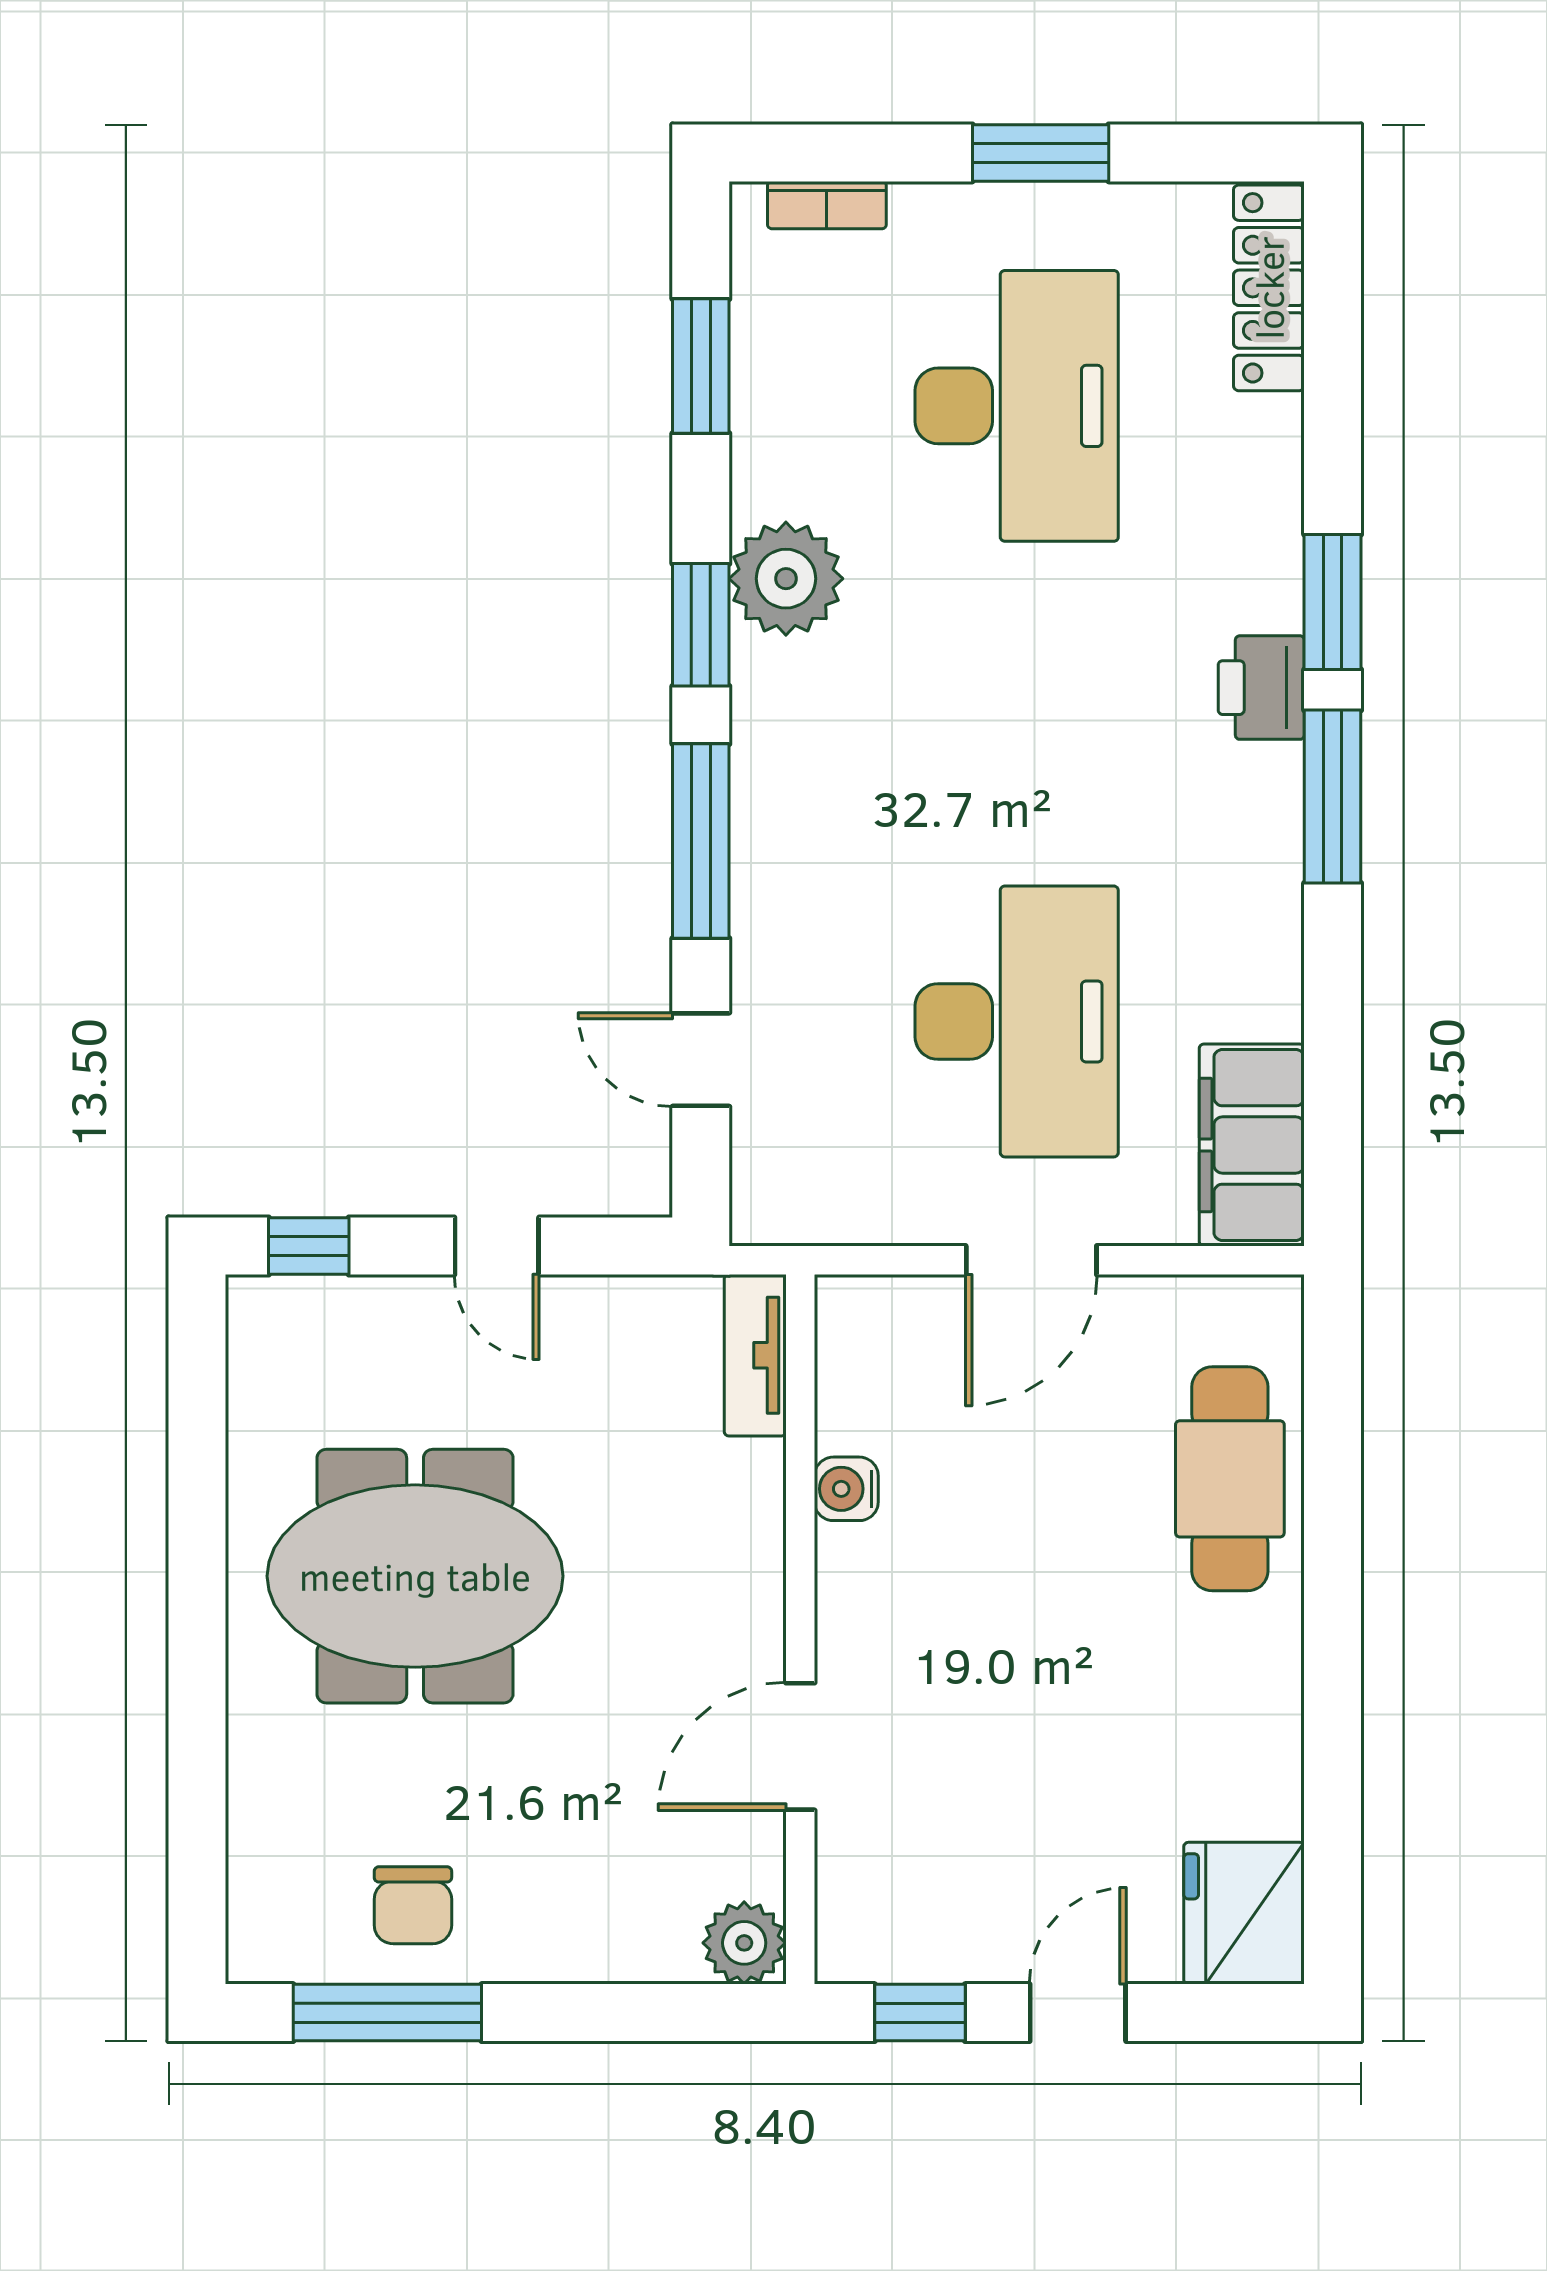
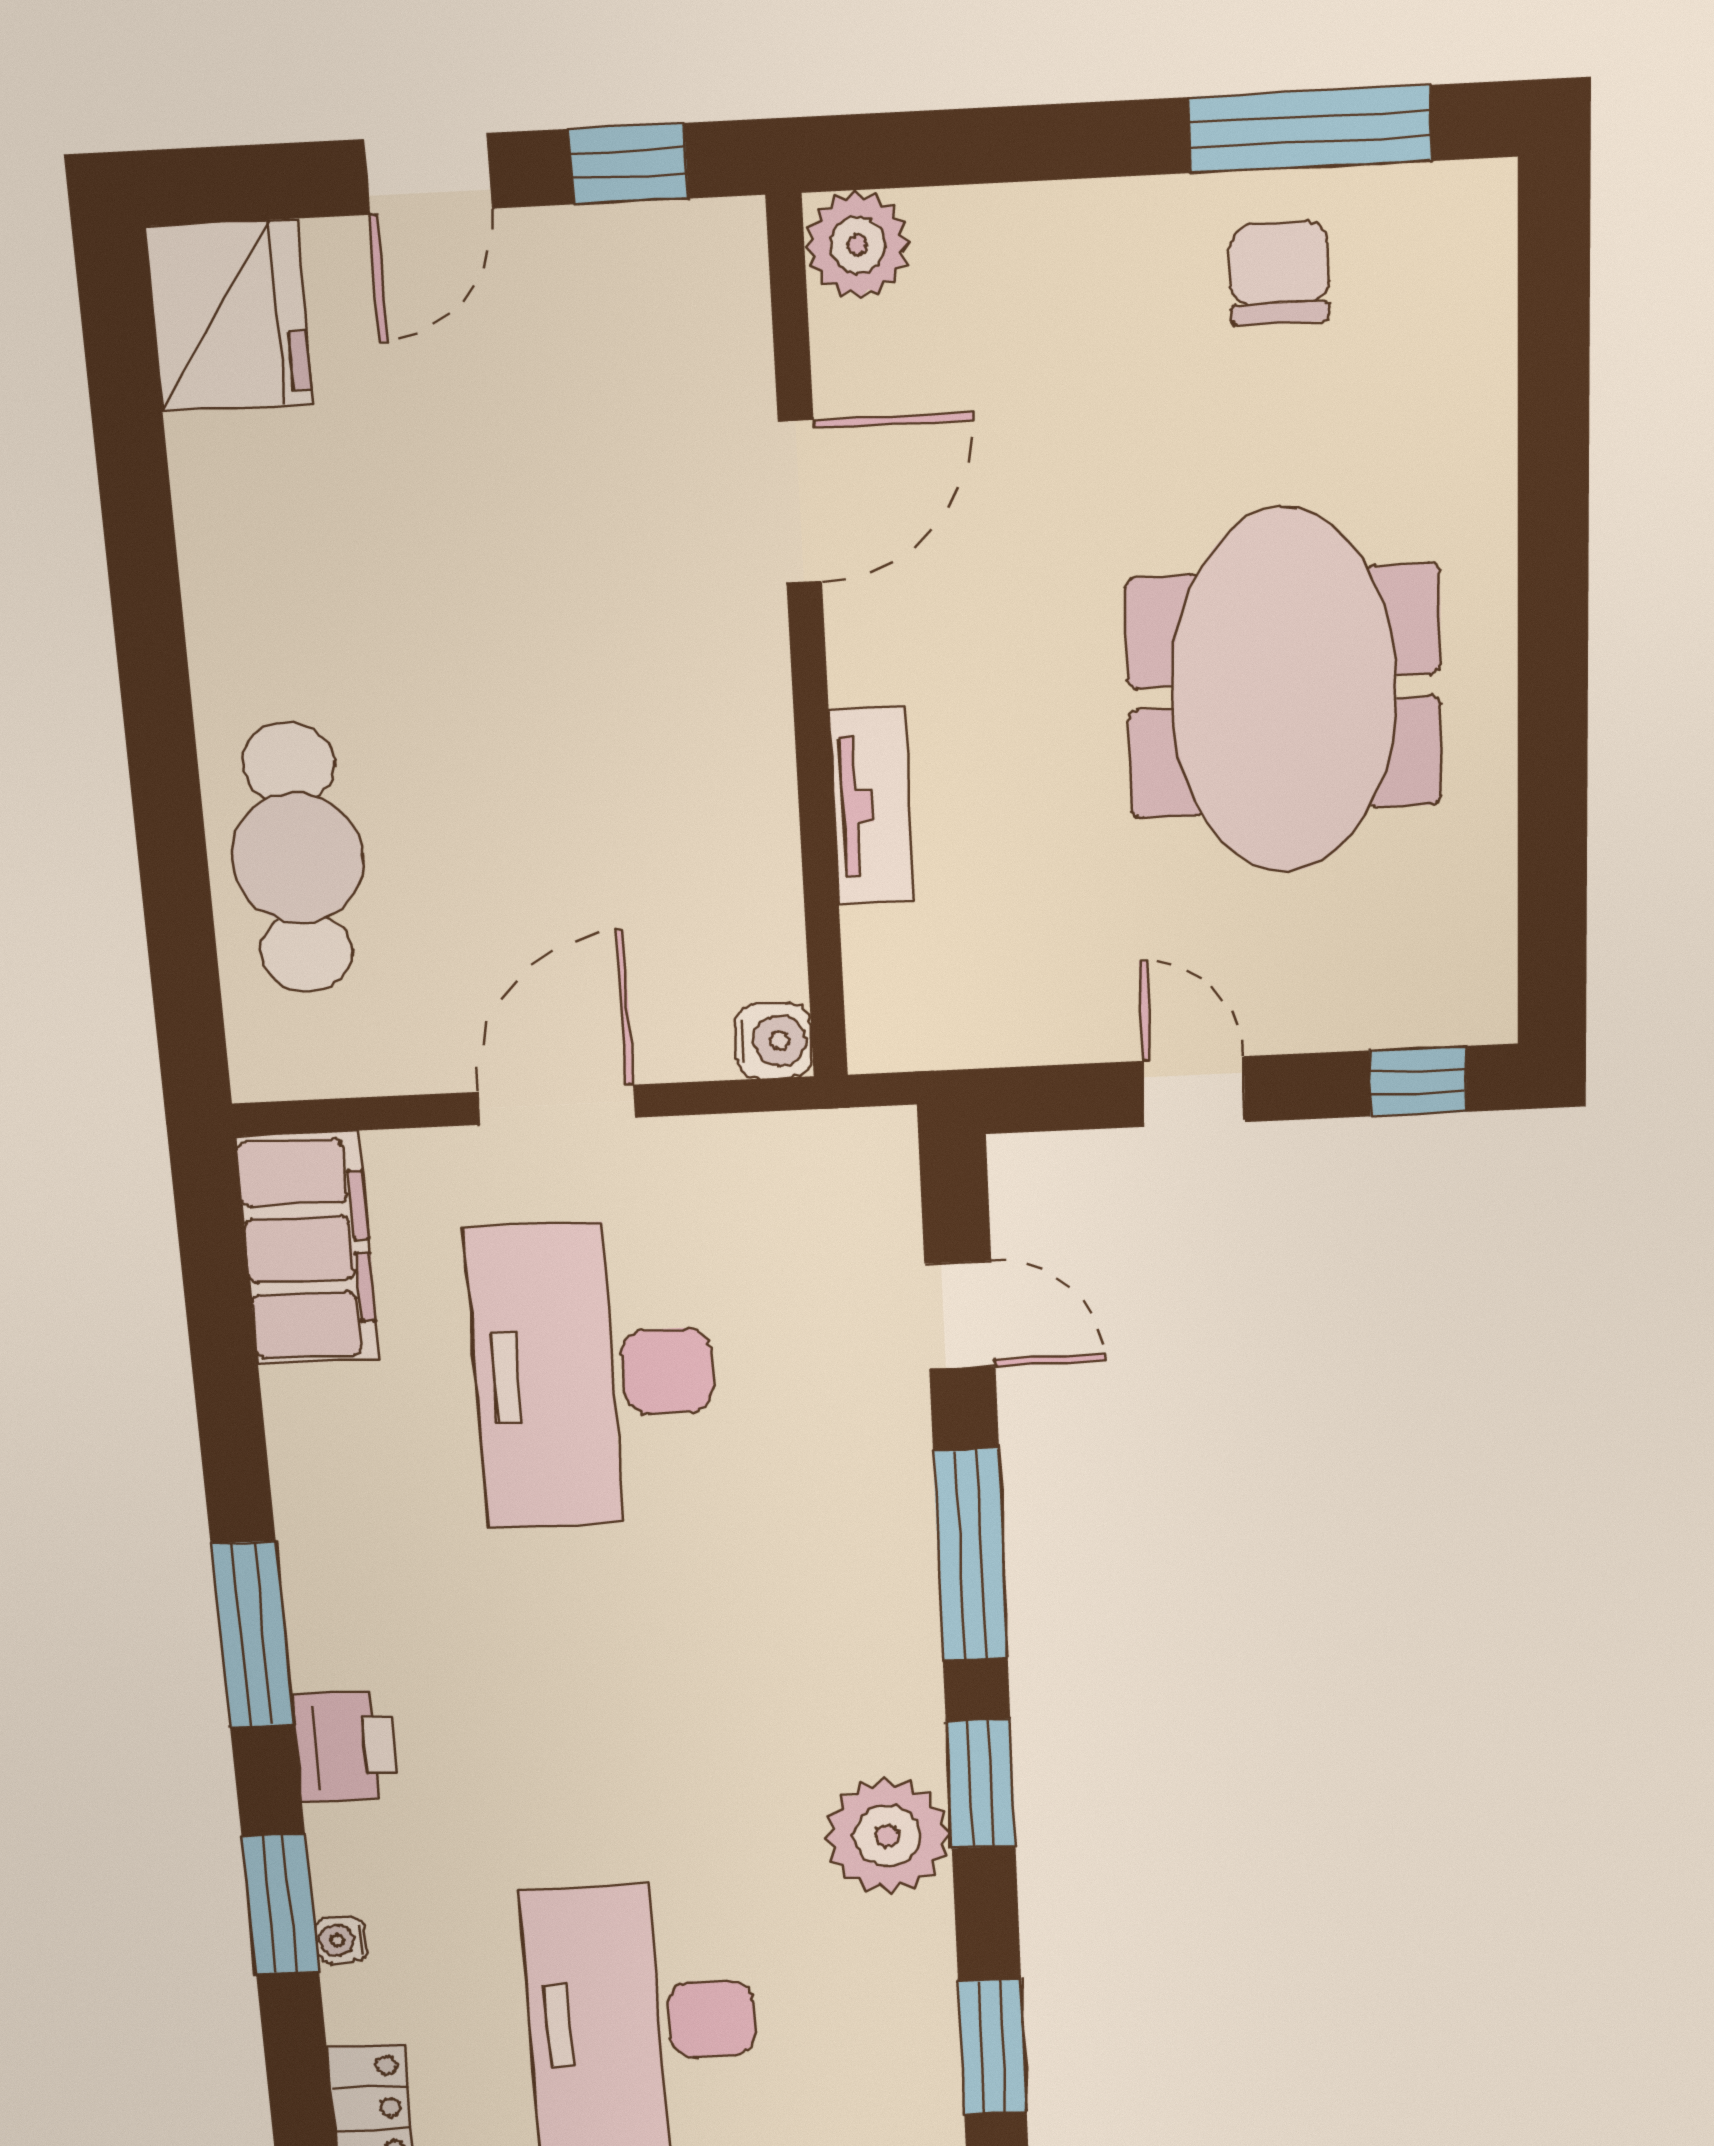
water cooler: (1282, 500) -> (341, 1940), added
window: (1333, 602) -> (280, 1904), moved
tv unit: (755, 1355) -> (871, 806), moved
water cooler: (846, 1489) -> (774, 1041), moved
meeting table: (415, 1576) -> (1284, 692), turned 90

